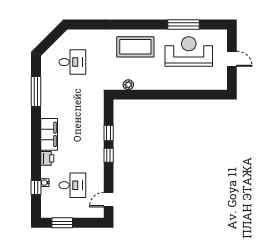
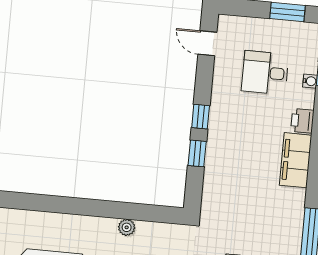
plant: (128, 85) -> (127, 227), moved
door: (109, 200) -> (207, 43), swing flipped

